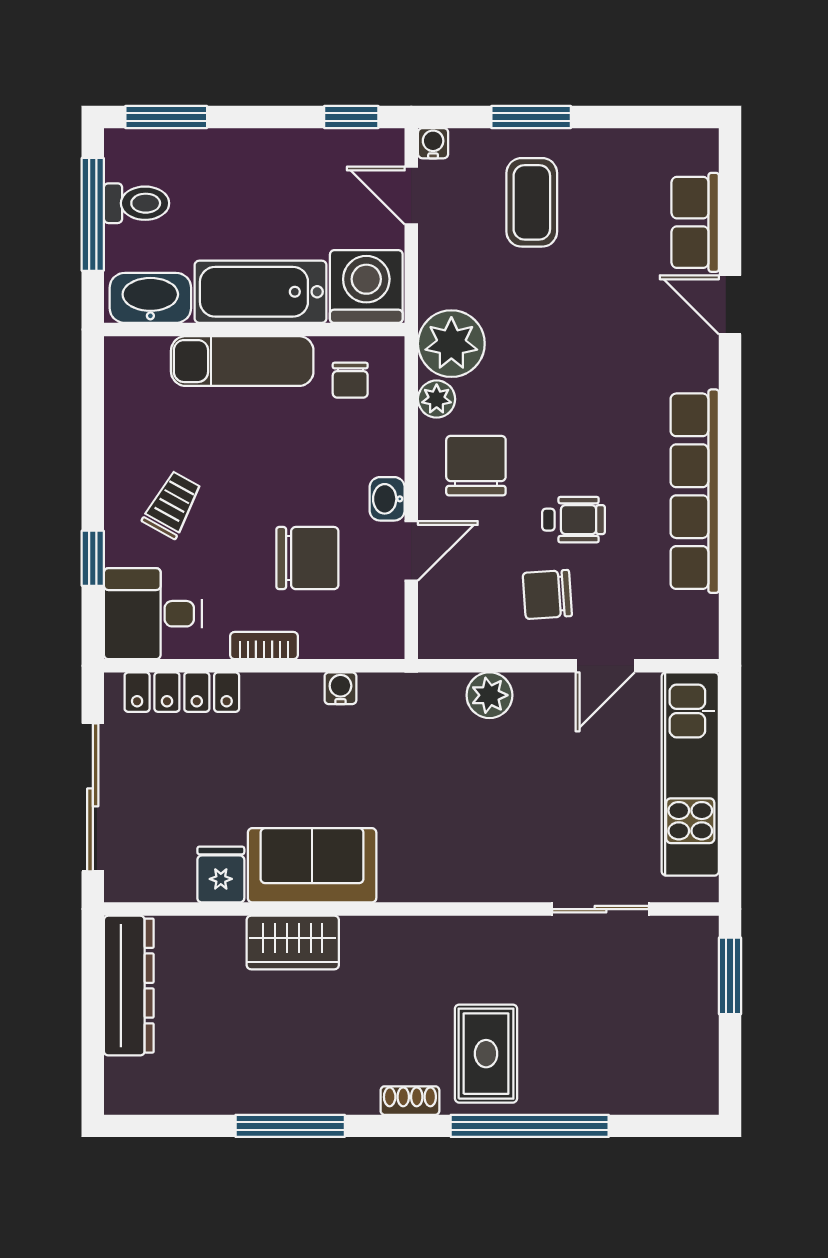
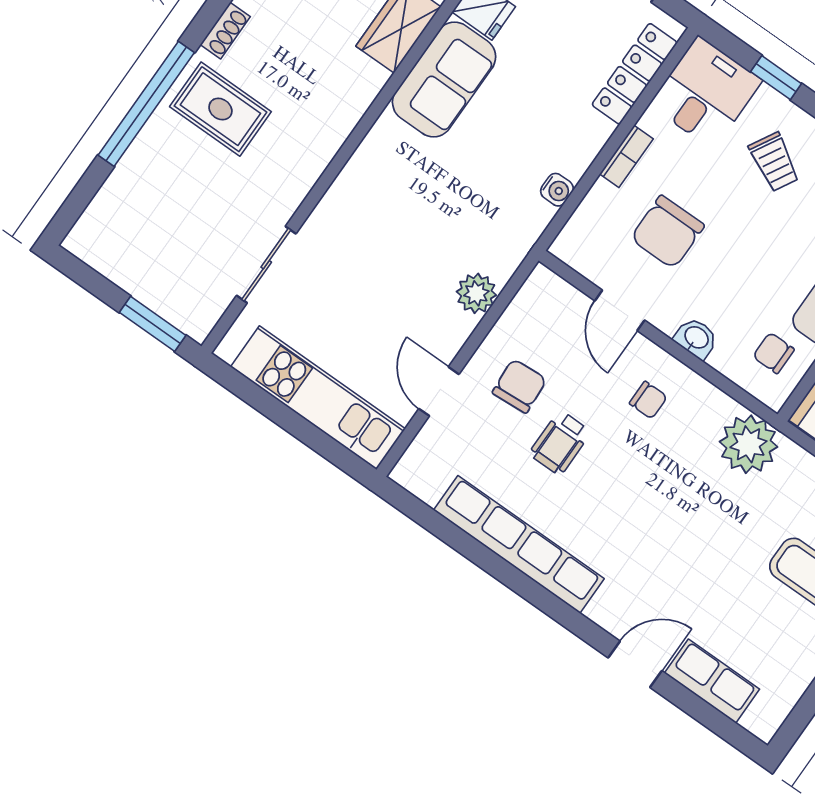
plant: (437, 399) -> (716, 406), removed
chair: (476, 466) -> (648, 400), width x0.54, depth x0.54
washbasin: (387, 499) -> (696, 338), moved

